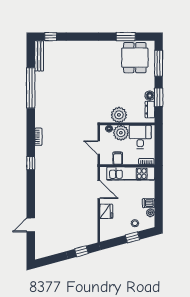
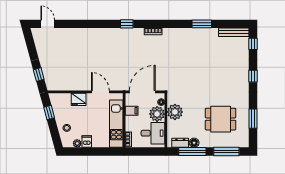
window: (83, 37) -> (253, 76), added
dining table: (135, 58) -> (221, 119), moved
window: (31, 88) -> (202, 24), width x0.47
window: (159, 97) -> (192, 152), width x1.44
door: (99, 148) -> (142, 92), width x1.87
door: (99, 190) -> (100, 92), swing flipped
door: (31, 225) -> (48, 24), moved
window: (132, 237) -> (49, 112), moved

